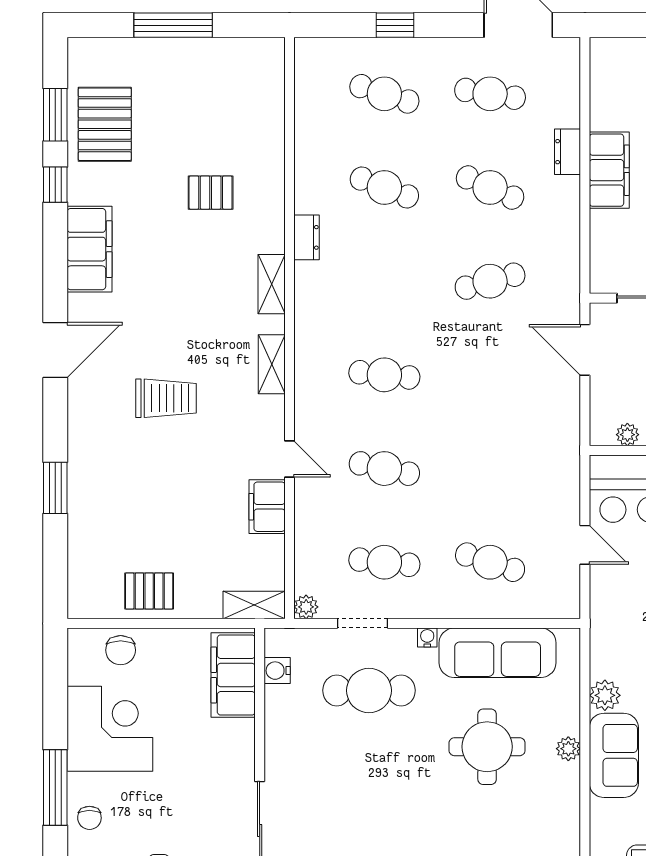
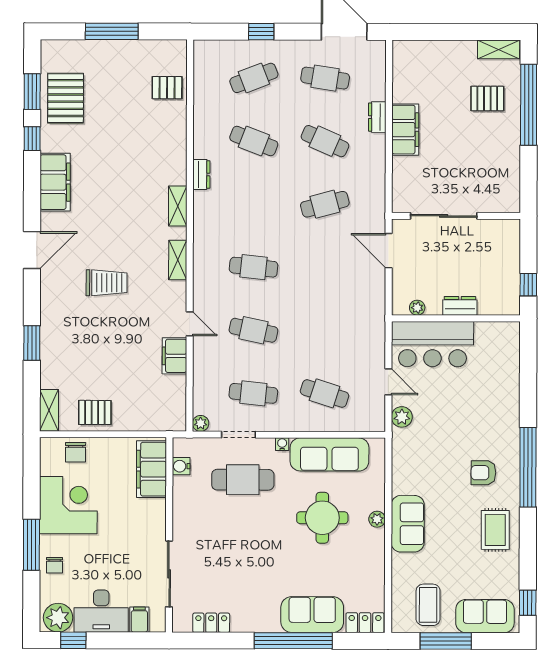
cafe table: (384, 94) -> (254, 78), turned -39
pallet: (211, 193) -> (167, 88), moved
shelving: (254, 605) -> (49, 410), moved, turned 90
plant: (605, 695) -> (402, 417), moved

